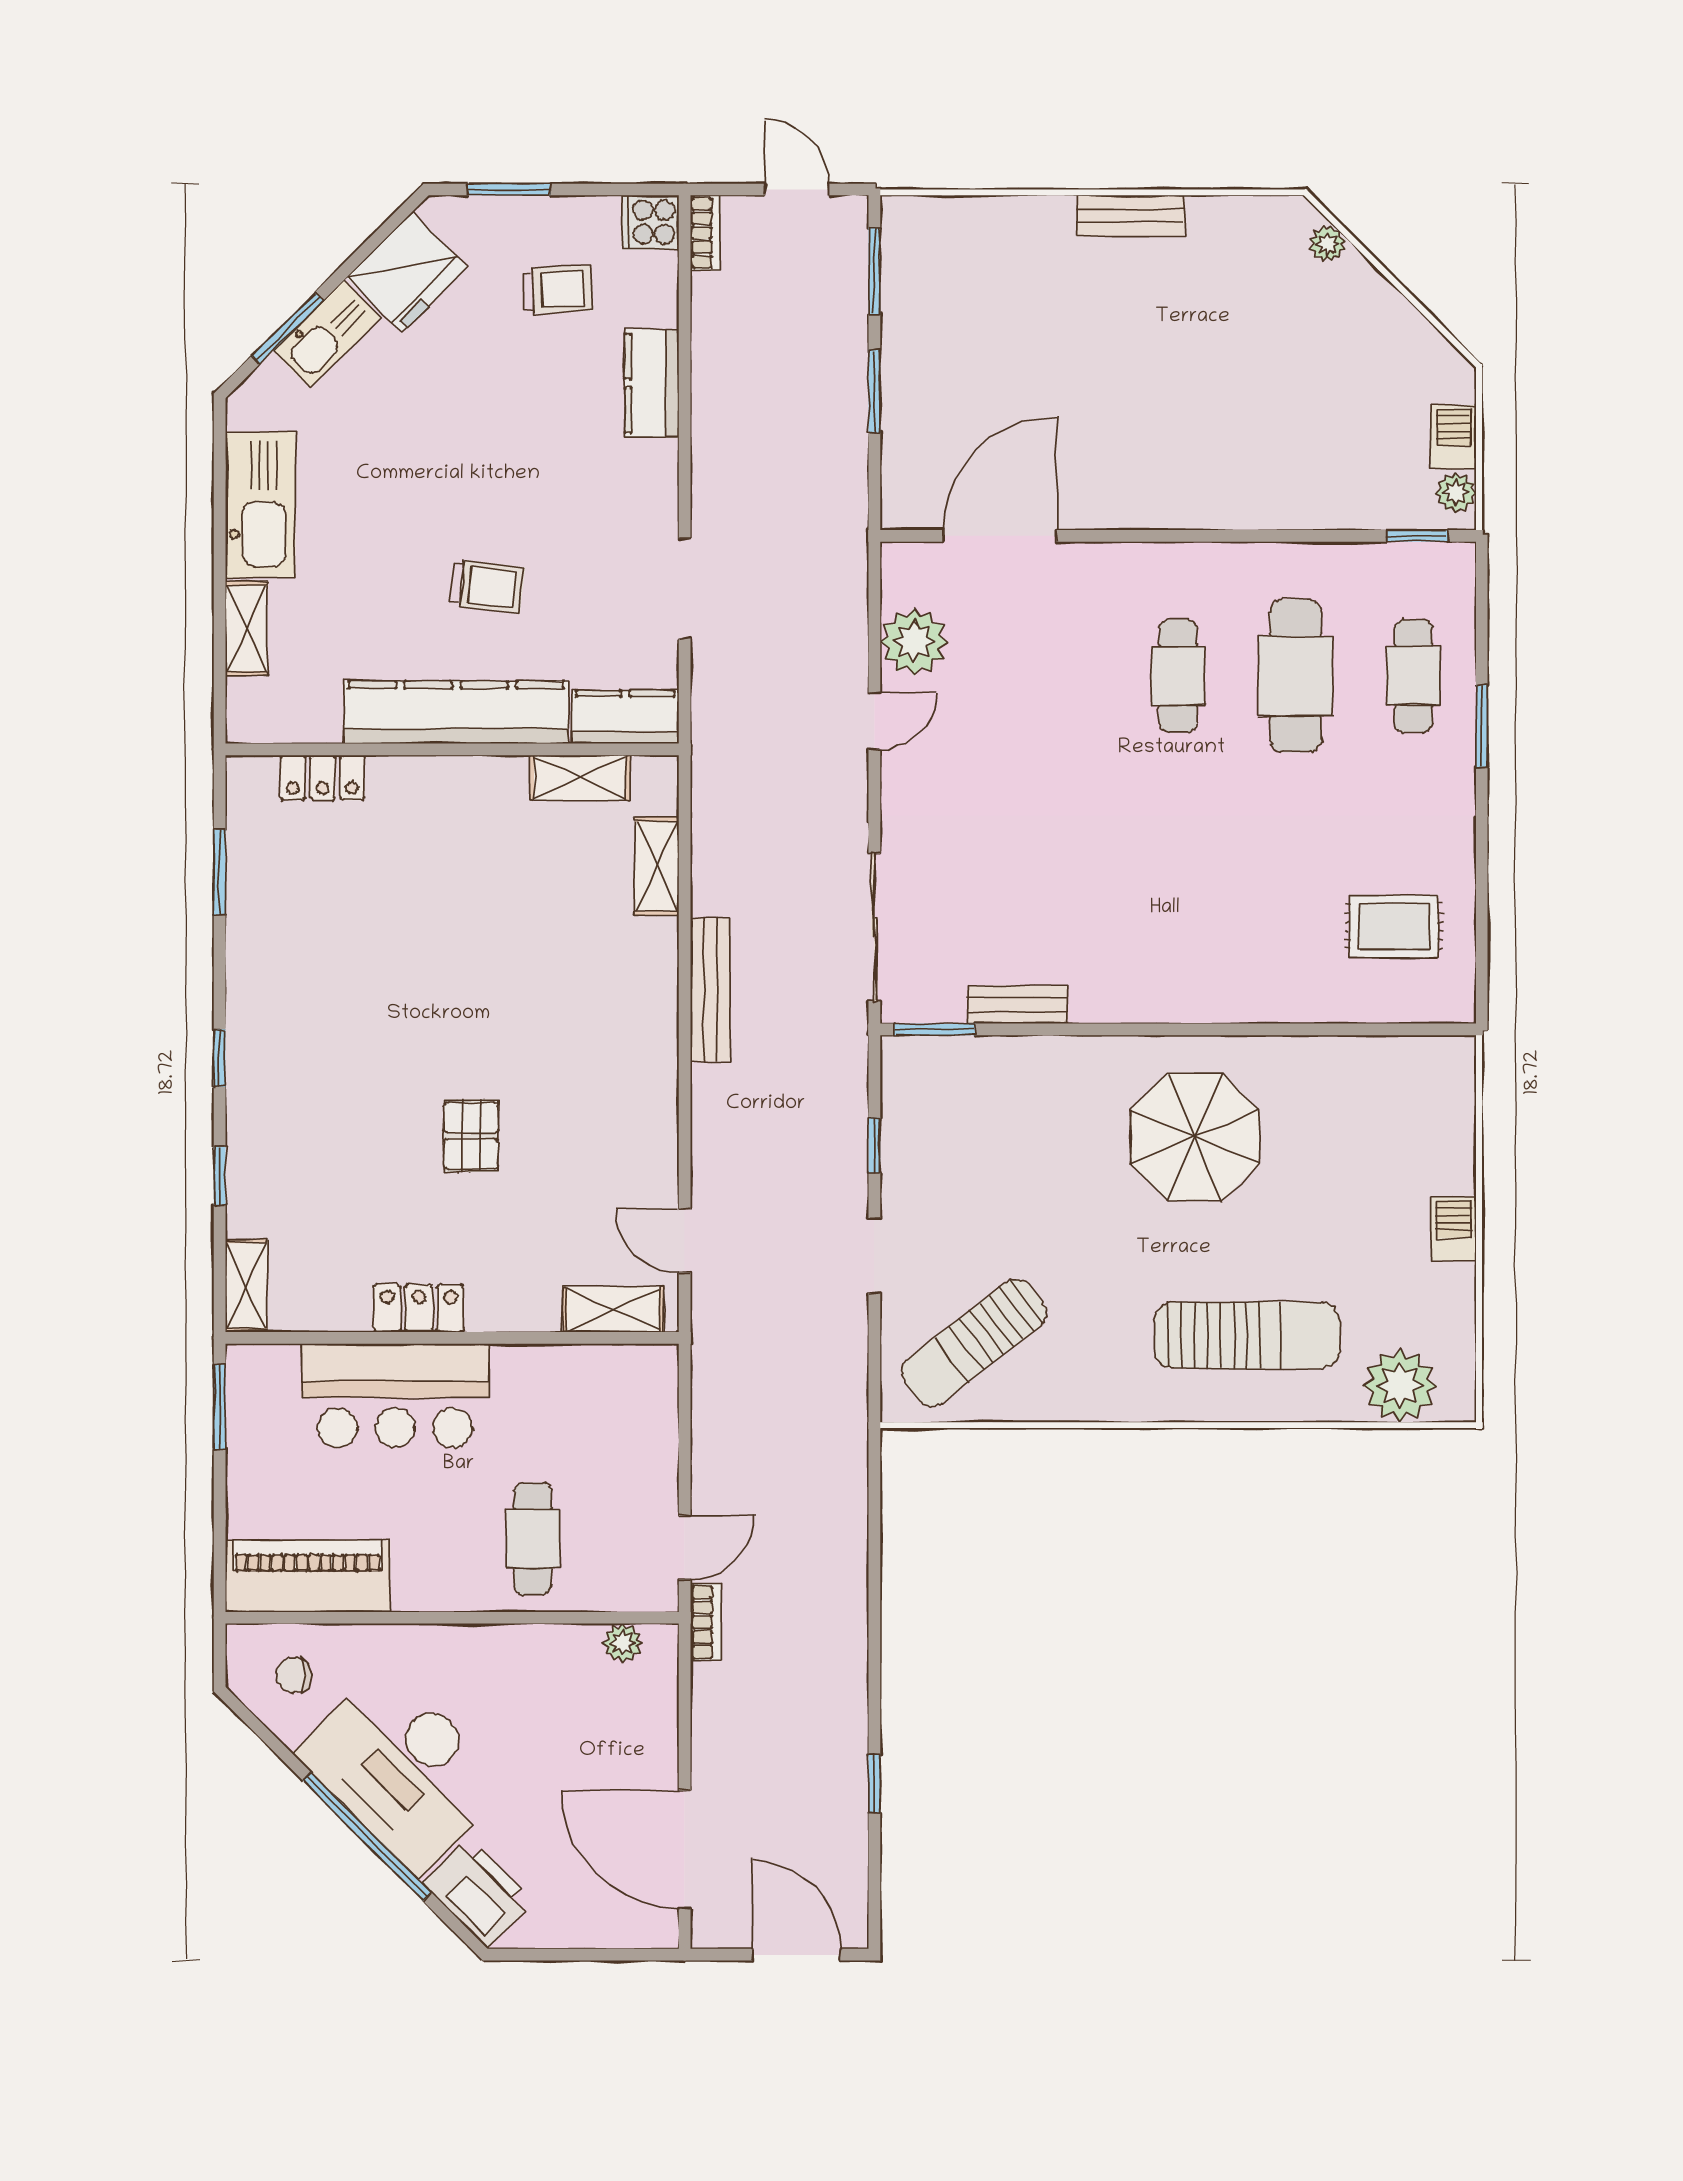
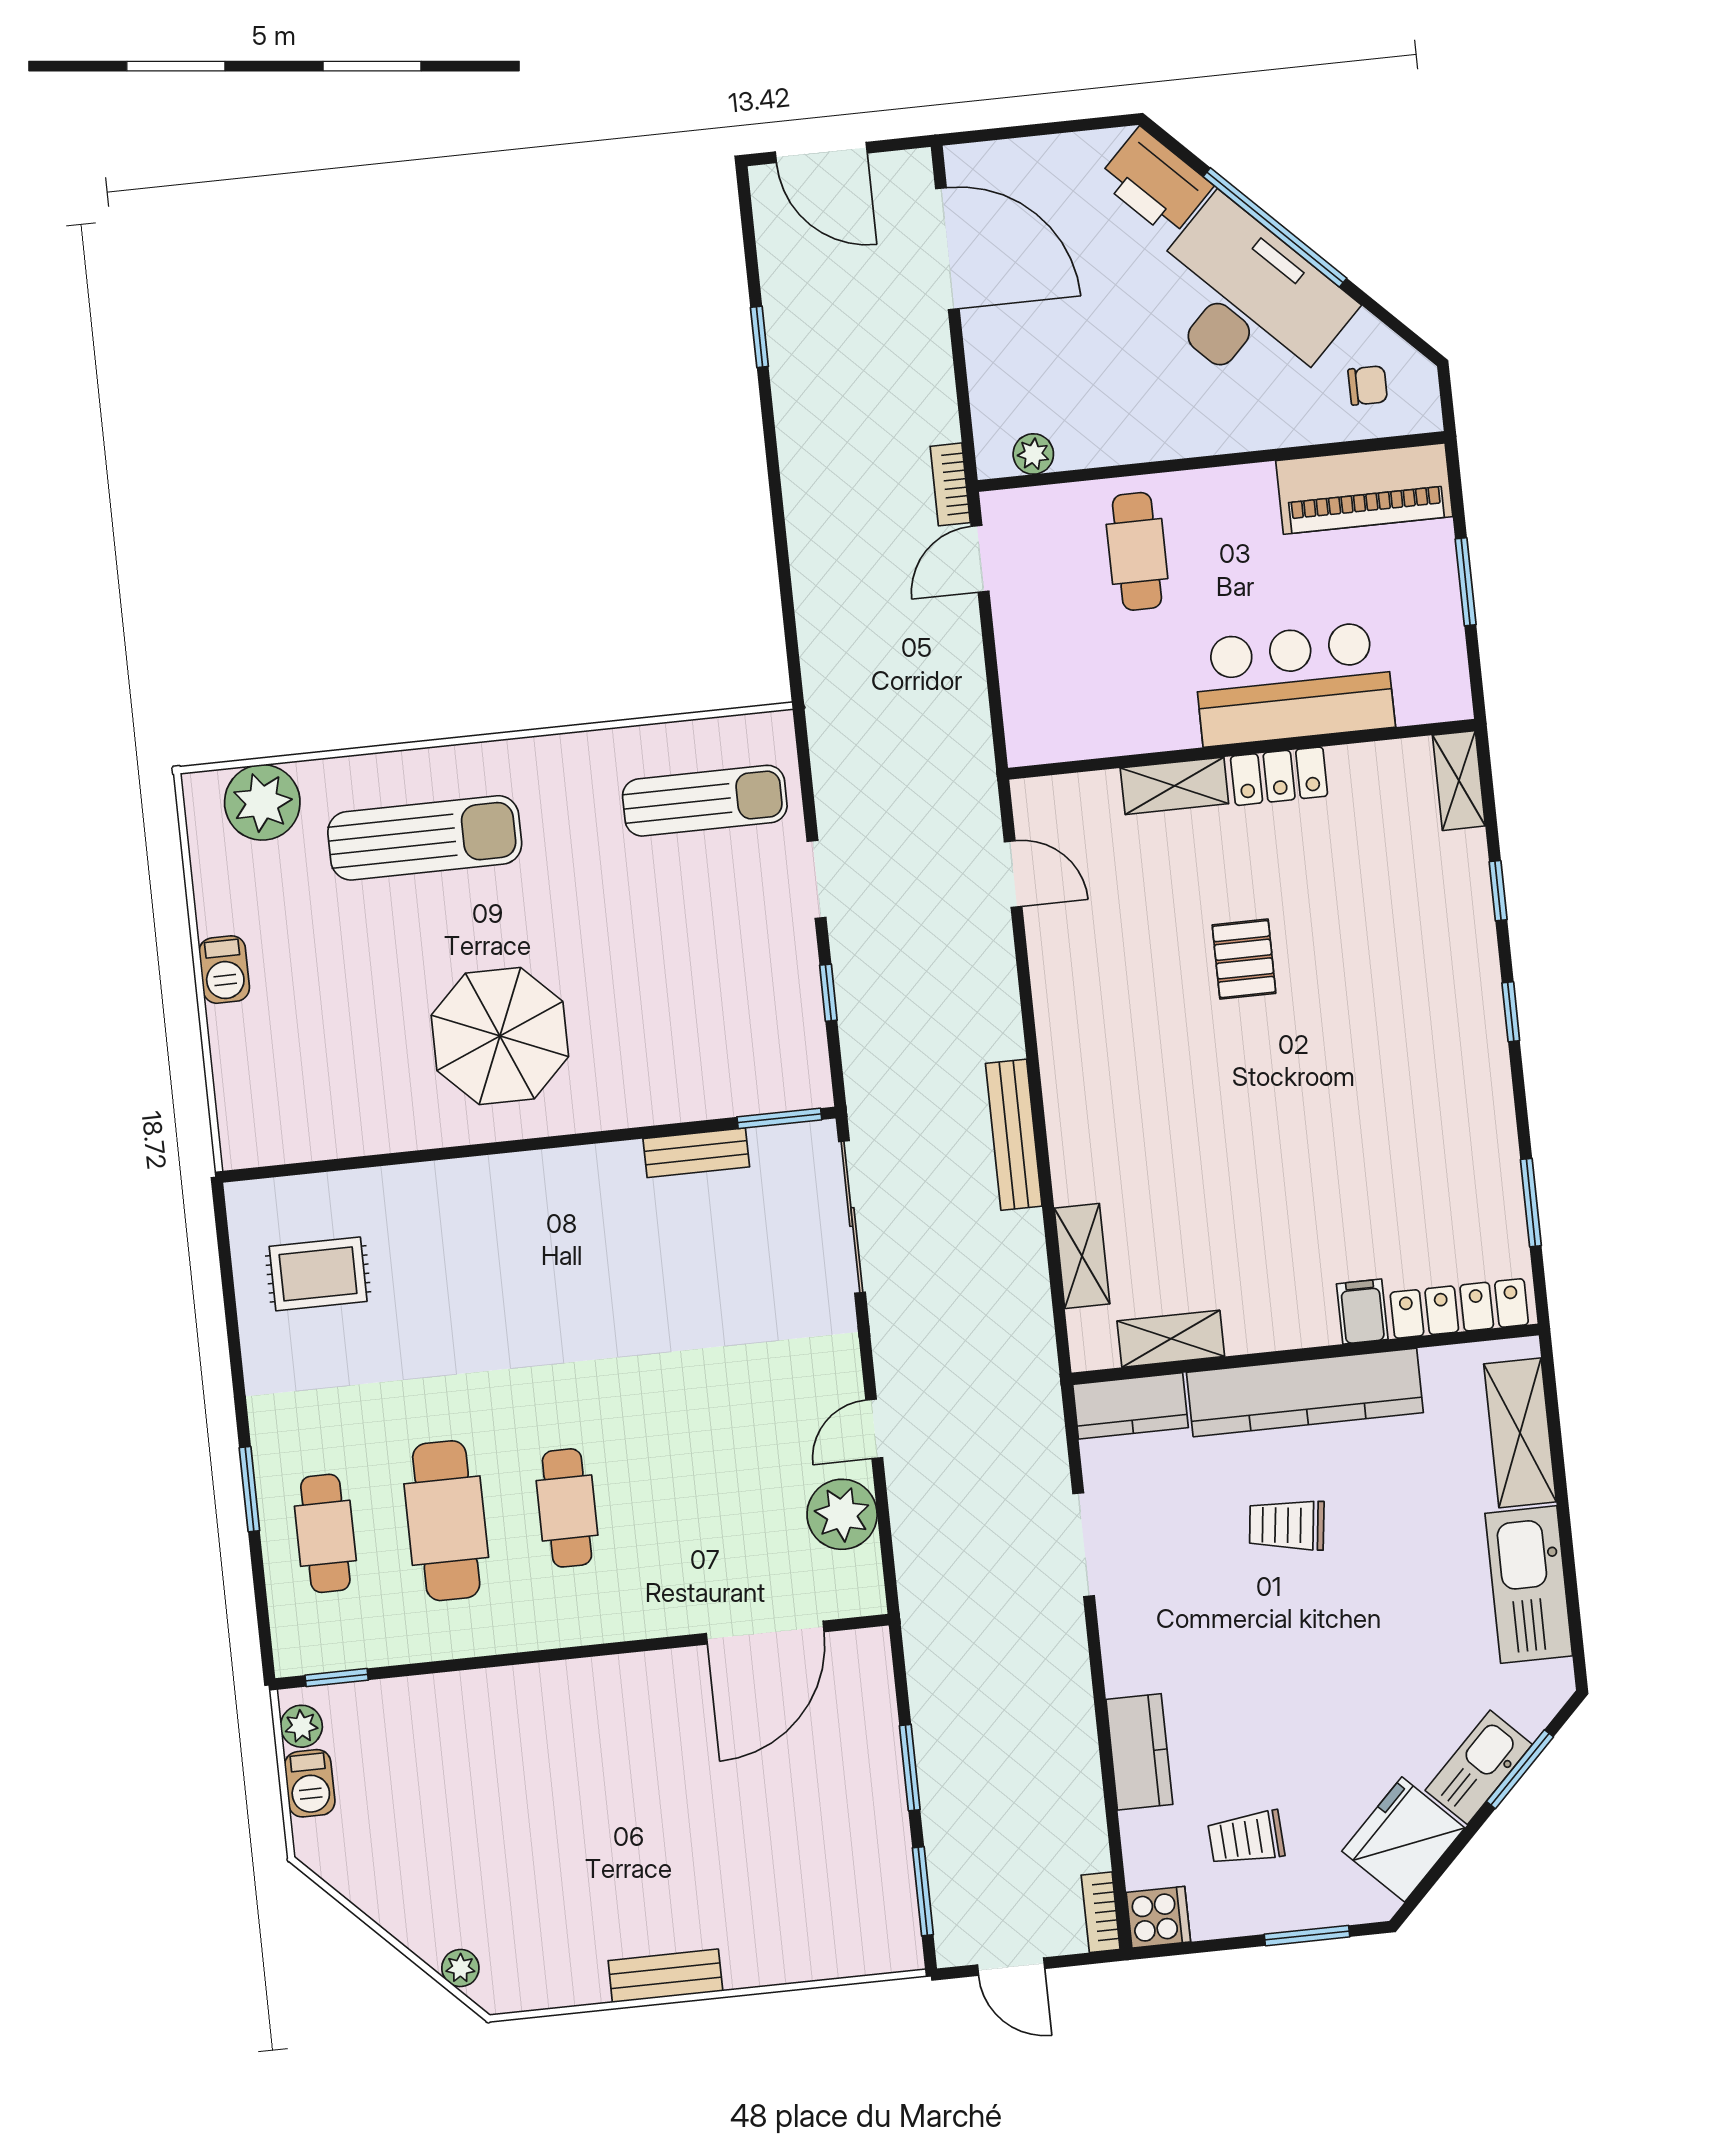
shelving: (246, 628) -> (1520, 1433), width x1.50, depth x1.33
locker: (323, 778) -> (1459, 1308), width x1.53
filing cabinet: (393, 784) -> (1362, 1312), added
shelving: (613, 1309) -> (1174, 786), moved
sun lounger: (1247, 1335) -> (425, 838), turned 180
sun lounger: (974, 1343) -> (705, 801), turned 38
window: (220, 1407) -> (1466, 582), moved

